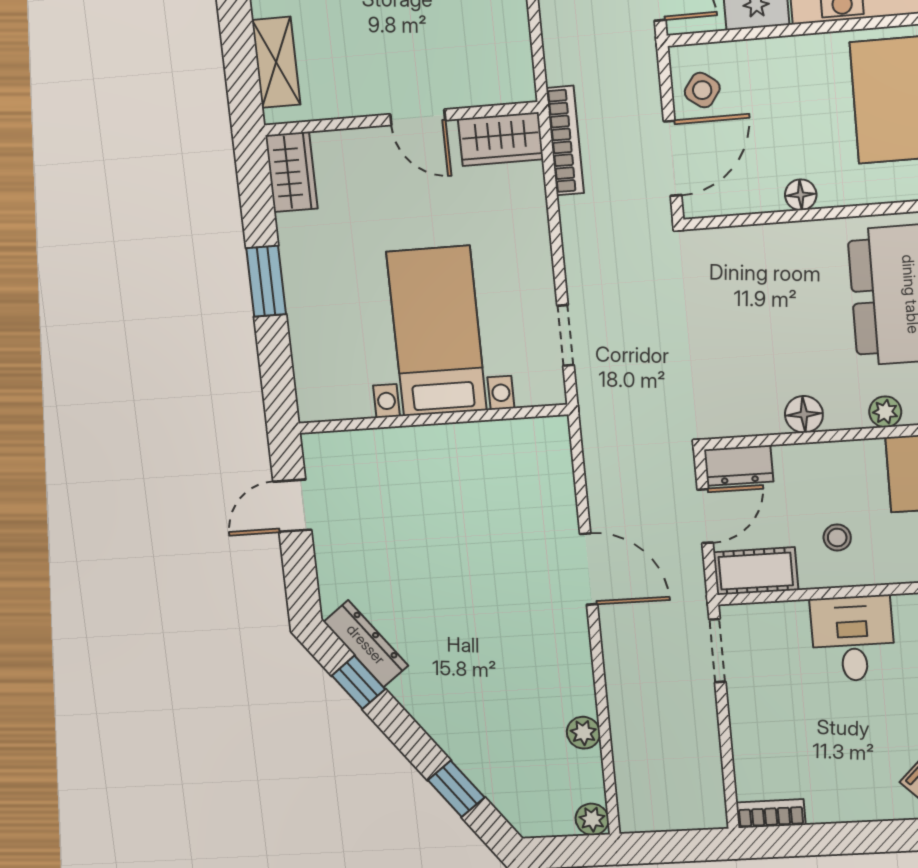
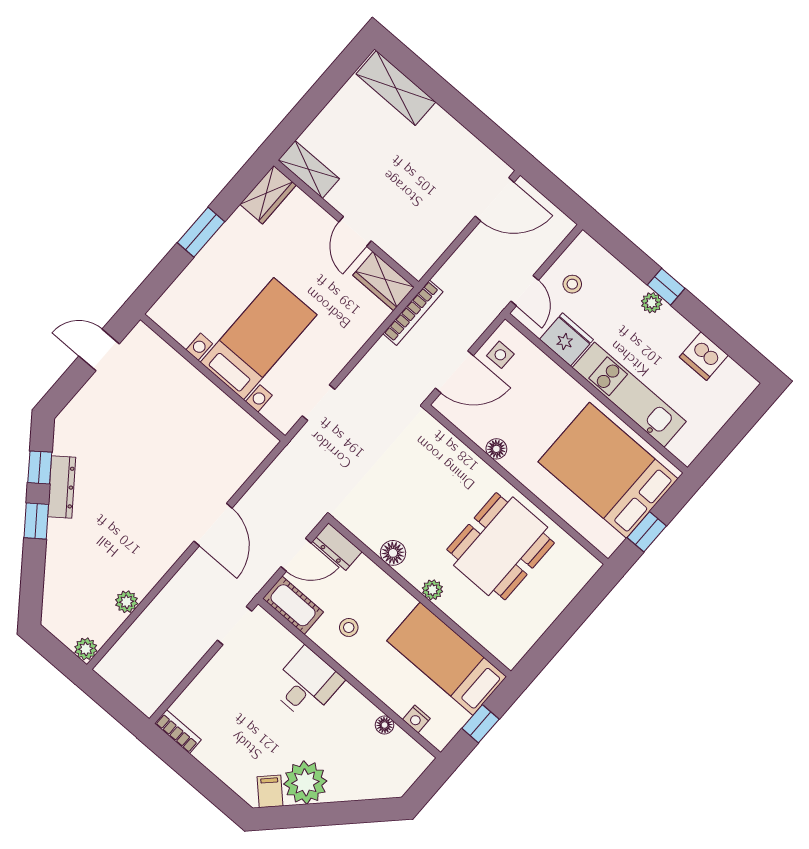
shelving: (276, 62) -> (309, 169), moved, turned 90
side table: (702, 90) -> (500, 355), turned -36
dresser: (366, 644) -> (62, 487), moved
window: (456, 789) -> (36, 521), moved

